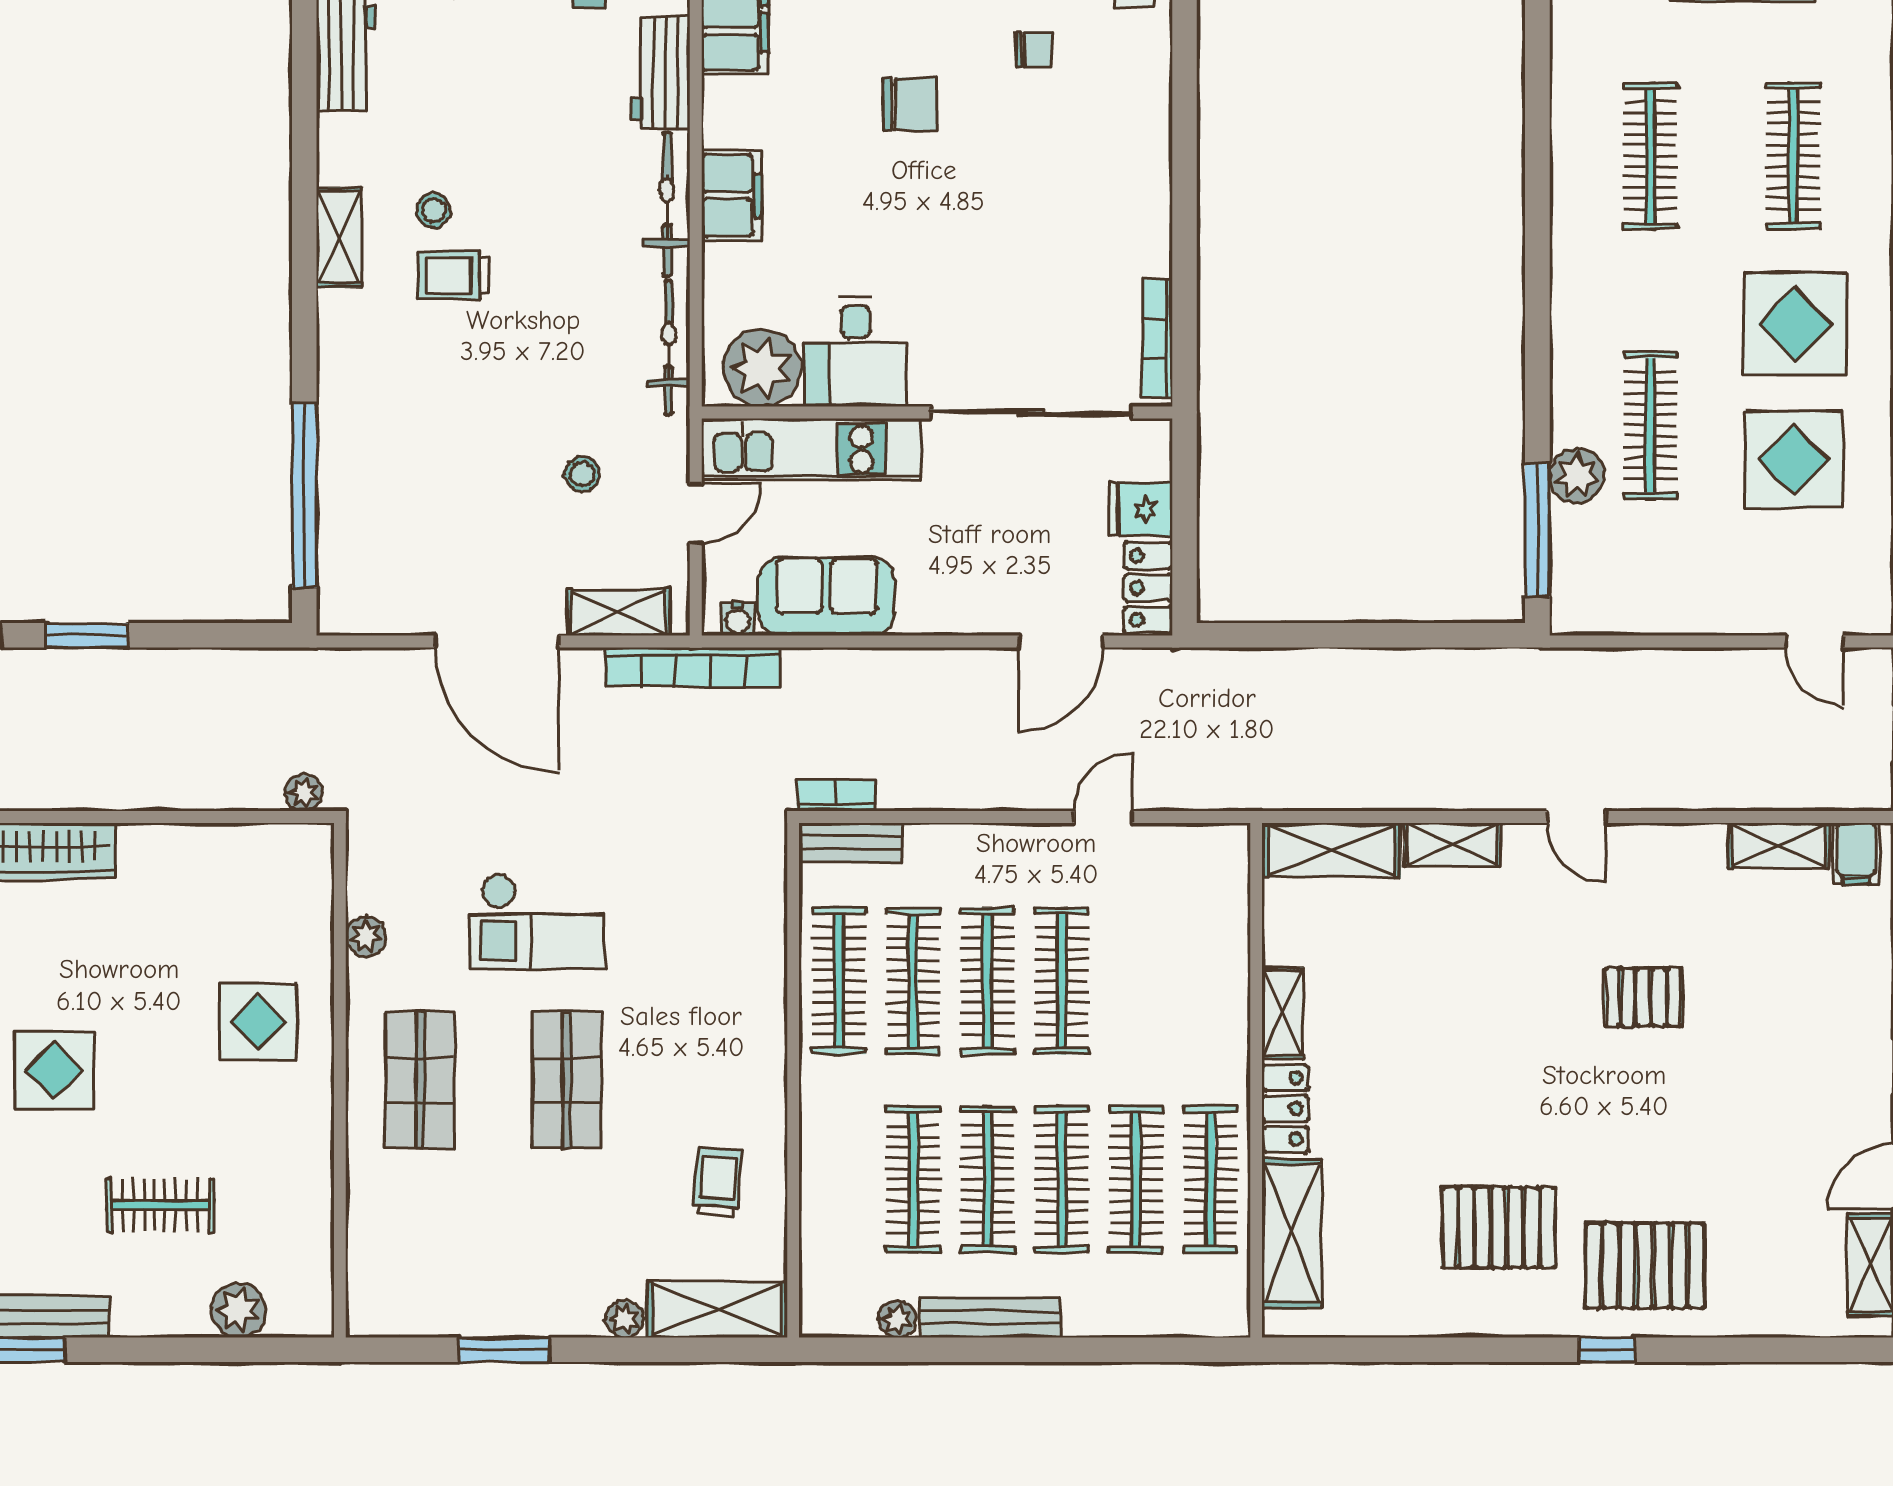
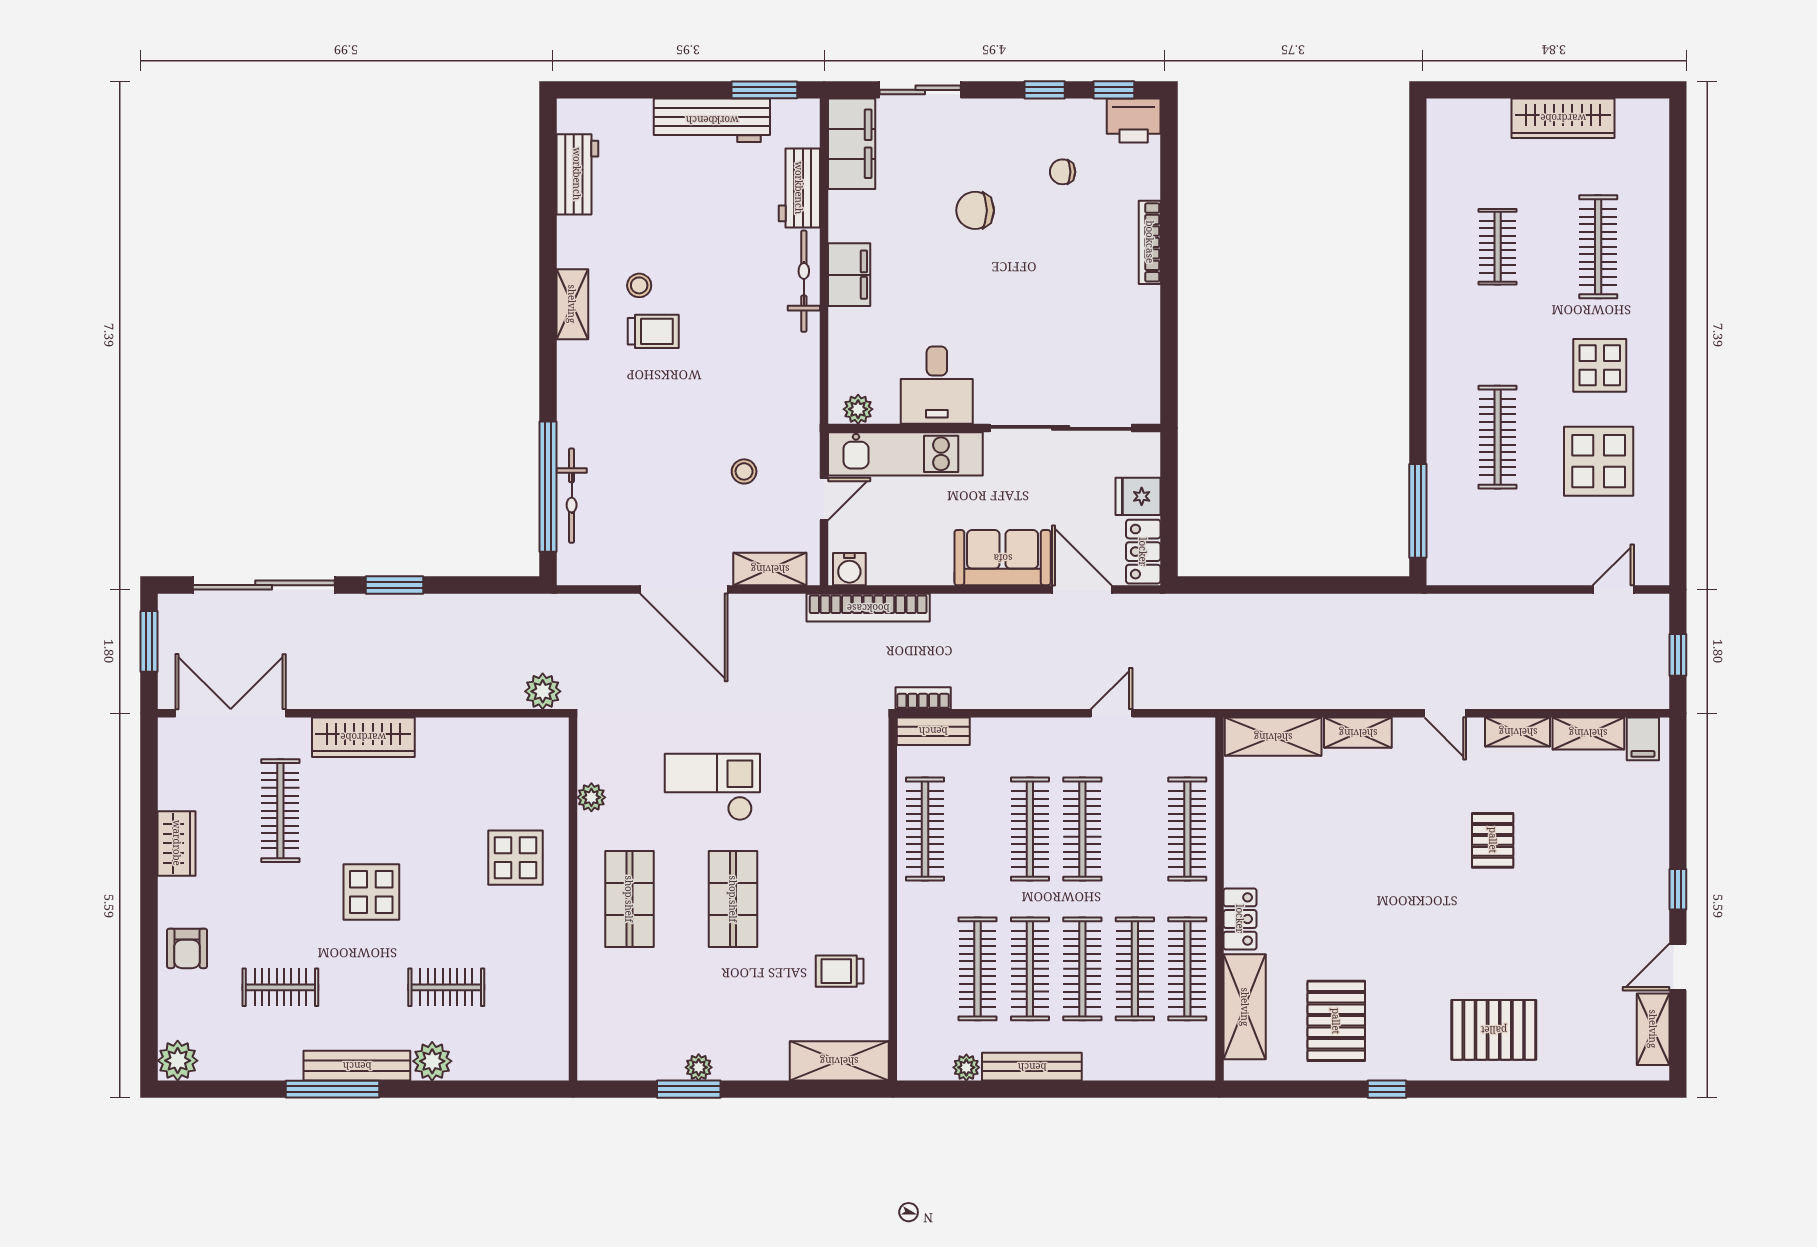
chair: (1034, 50) -> (1063, 172), turned 180
chair: (910, 104) -> (975, 210), turned 180
clothes rail: (1650, 156) -> (1498, 247), width x0.73
trolley: (454, 275) -> (653, 331), turned 180
display table: (1795, 324) -> (1600, 365), width x0.73, depth x0.73
bookcase: (1157, 339) -> (1150, 242), moved
bicycle: (669, 347) -> (572, 496), moved, turned 180
plant: (762, 368) -> (858, 409), width x0.53, depth x0.53
plant: (1577, 476) -> (1446, 473), removed
sofa: (826, 596) -> (1003, 558), moved
water cooler: (738, 619) -> (849, 569), width x1.38, depth x1.38
door: (1061, 642) -> (1082, 590), swing flipped
door: (1814, 642) -> (1613, 590), swing flipped
bookcase: (692, 667) -> (868, 608), moved
plant: (304, 793) -> (543, 691), width x1.38, depth x1.38
checkout: (537, 922) -> (712, 787), turned 180
clothes rail: (913, 981) -> (1187, 829), moved
pallet: (1643, 997) -> (1493, 840), turned 90
shelving: (1283, 1013) -> (1518, 732), moved, turned 90
trolley: (718, 1182) -> (840, 971), turned -94
pallet: (1499, 1227) -> (1336, 1021), moved, turned 90
plant: (239, 1310) -> (432, 1061), moved
plant: (625, 1319) -> (699, 1067), moved
window: (1606, 1350) -> (1387, 1089), moved

